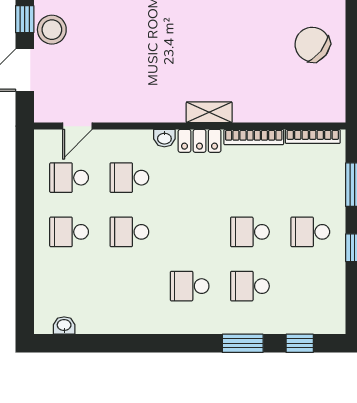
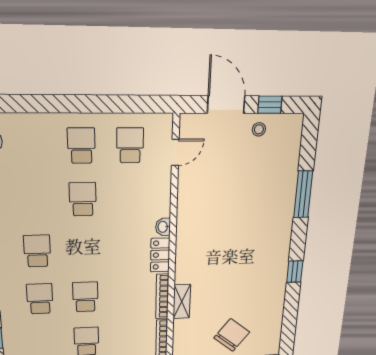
stool: (52, 30) -> (259, 129), width x0.53, depth x0.53
shelving: (209, 112) -> (182, 302), moved
door: (77, 126) -> (175, 152), swing flipped
school desk: (129, 178) -> (130, 198), removed

